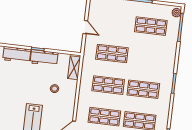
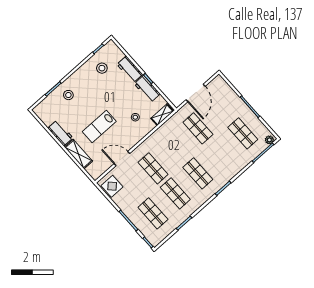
door: (85, 27) -> (196, 93), width x1.87
shop shelf: (108, 85) -> (176, 148), removed

